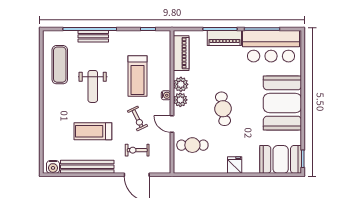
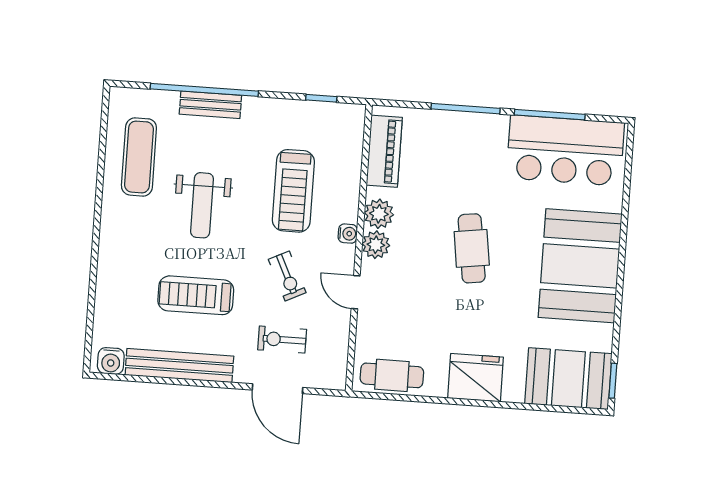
piano: (224, 38) -> (473, 127), removed
cafe table: (223, 109) -> (472, 248), moved
cafe table: (192, 145) -> (392, 375), moved
fridge: (235, 165) -> (475, 378), width x1.88, depth x1.34

